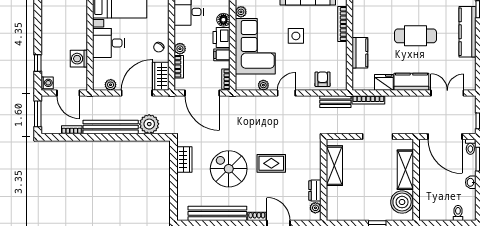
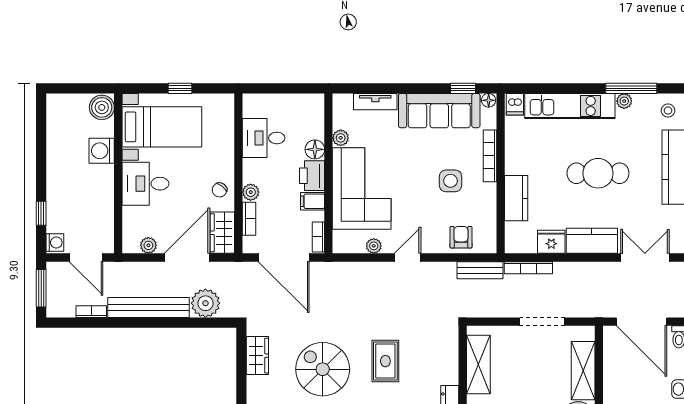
side table: (296, 36) -> (451, 181), moved
washing machine: (79, 59) -> (102, 151), moved
rug: (271, 163) -> (385, 361), turned 90

